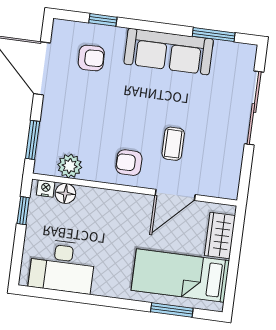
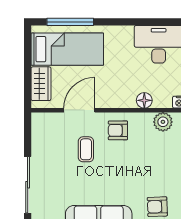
armchair: (129, 163) -> (118, 130), turned 180
floor lamp: (65, 193) -> (144, 100), moved
window: (172, 310) -> (70, 22), width x1.44

